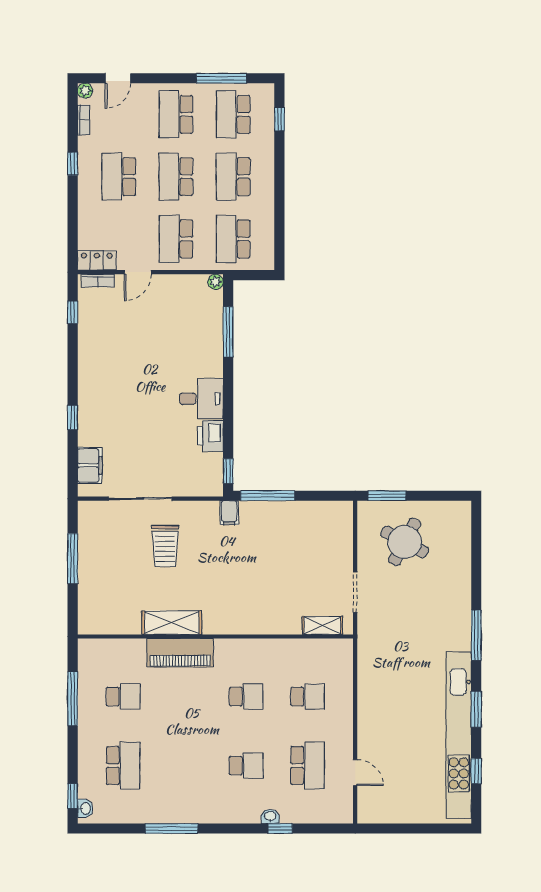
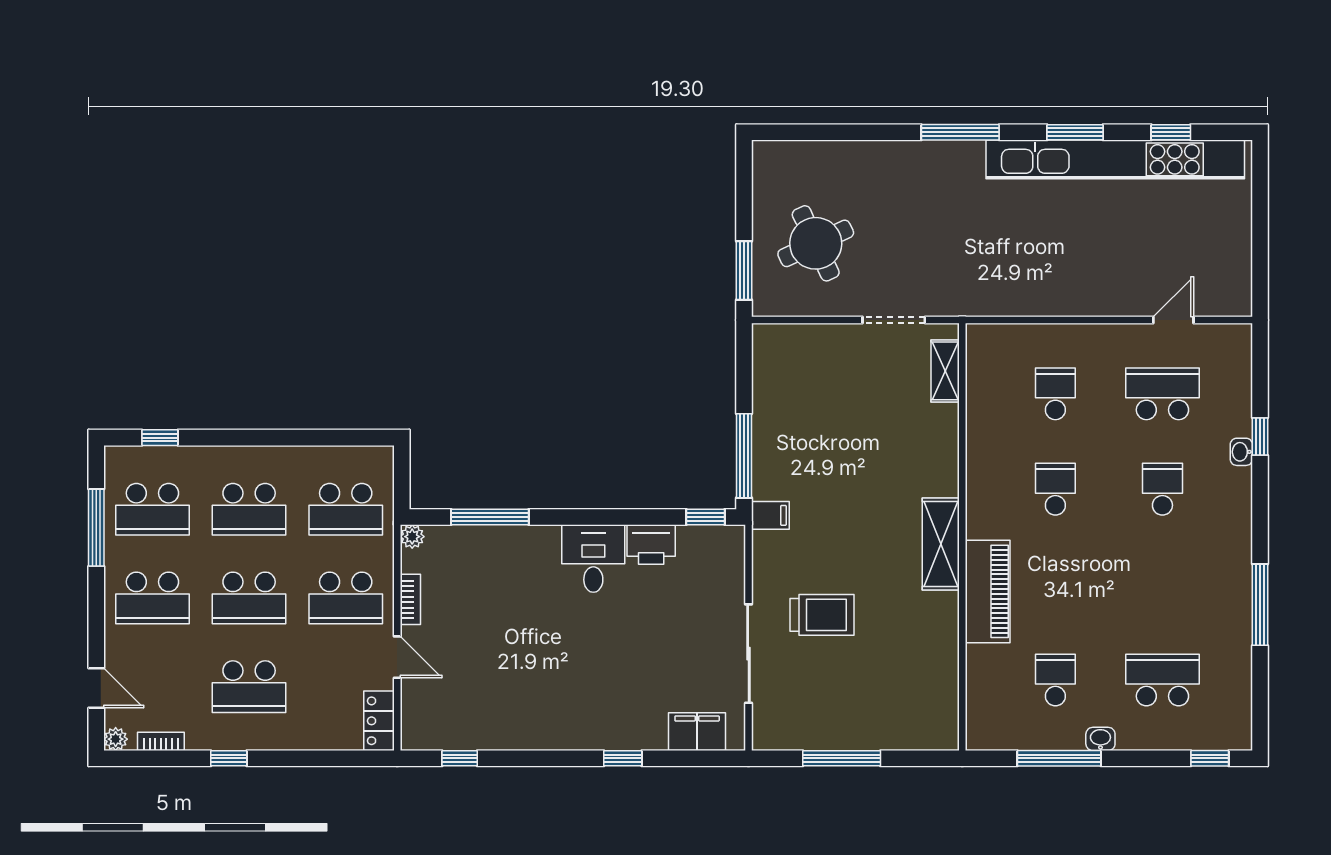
bookcase: (98, 281) -> (410, 599), moved
round table: (405, 542) -> (816, 243), turned 37
shelving: (172, 623) -> (941, 544), moved
washbasin: (85, 808) -> (1100, 739), moved

